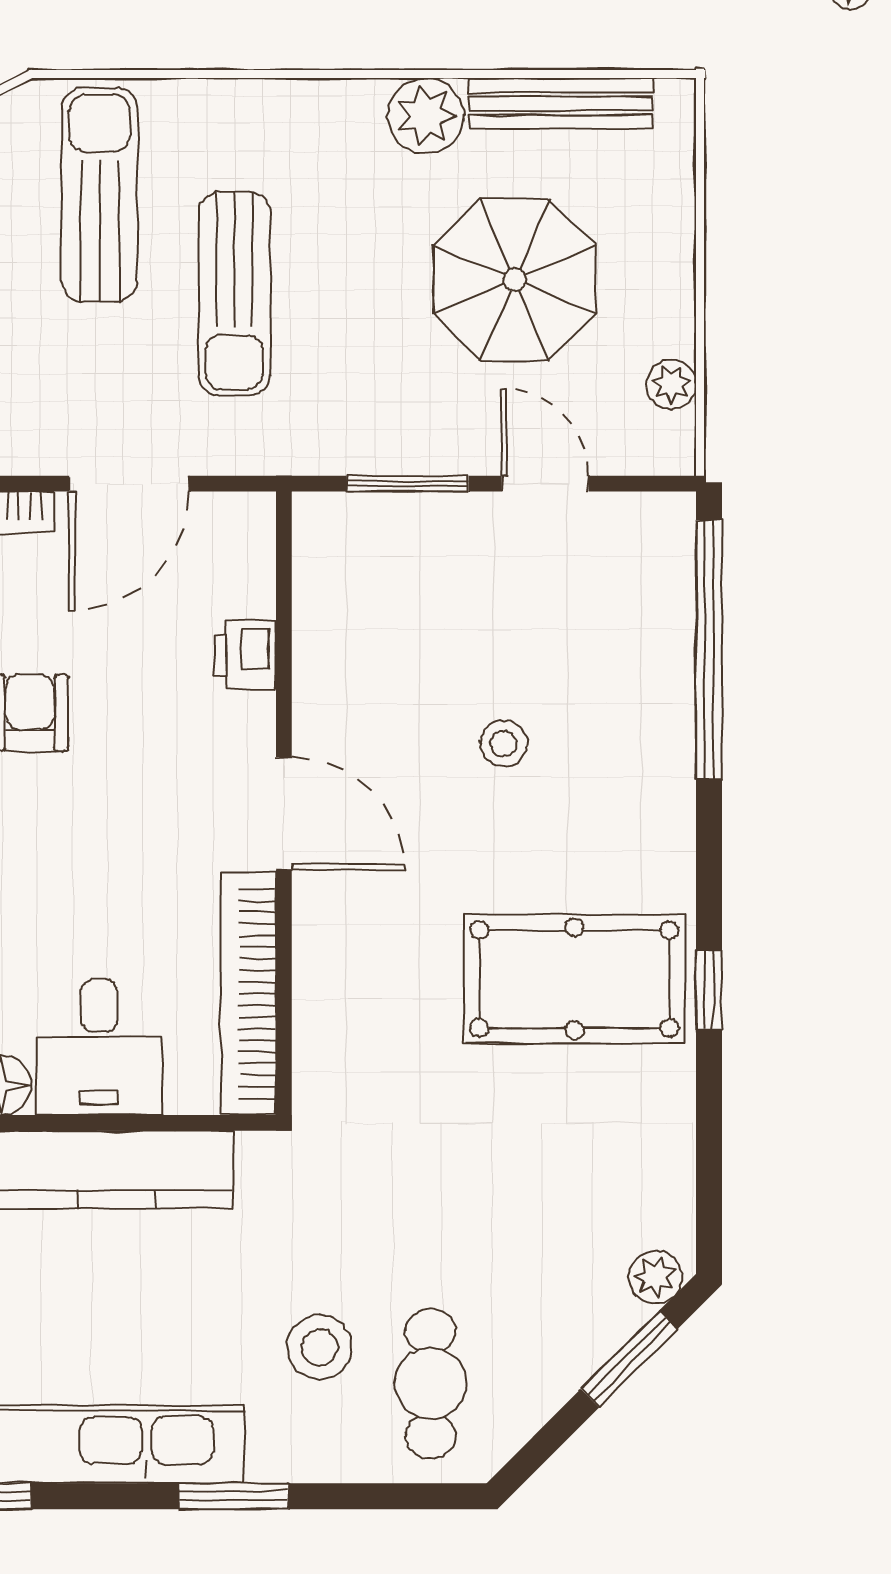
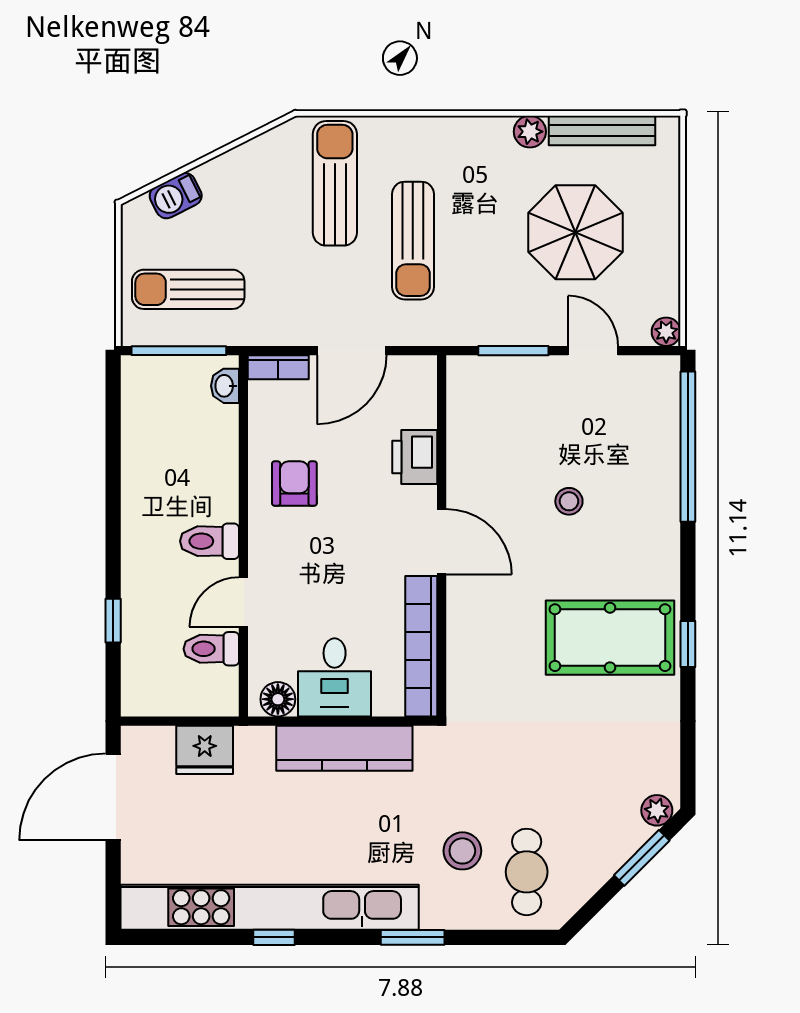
plant: (426, 116) -> (530, 132), width x0.73, depth x0.73
plant: (671, 384) -> (666, 332), moved
printer: (245, 655) -> (415, 457), width x1.36, depth x1.24

